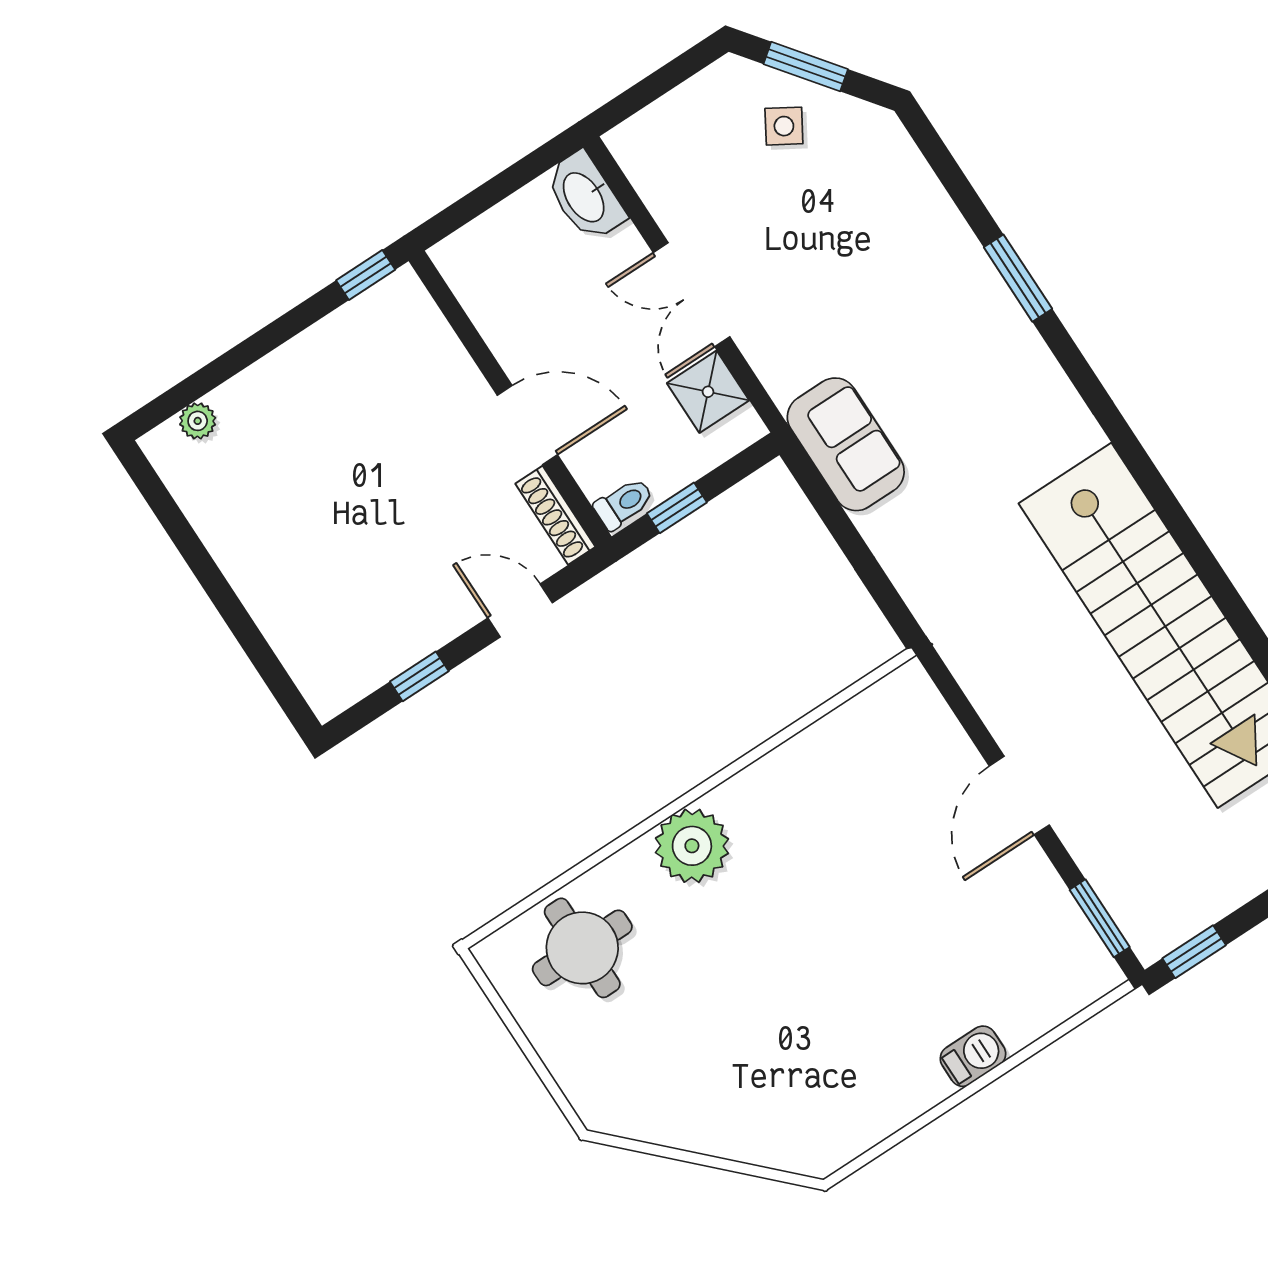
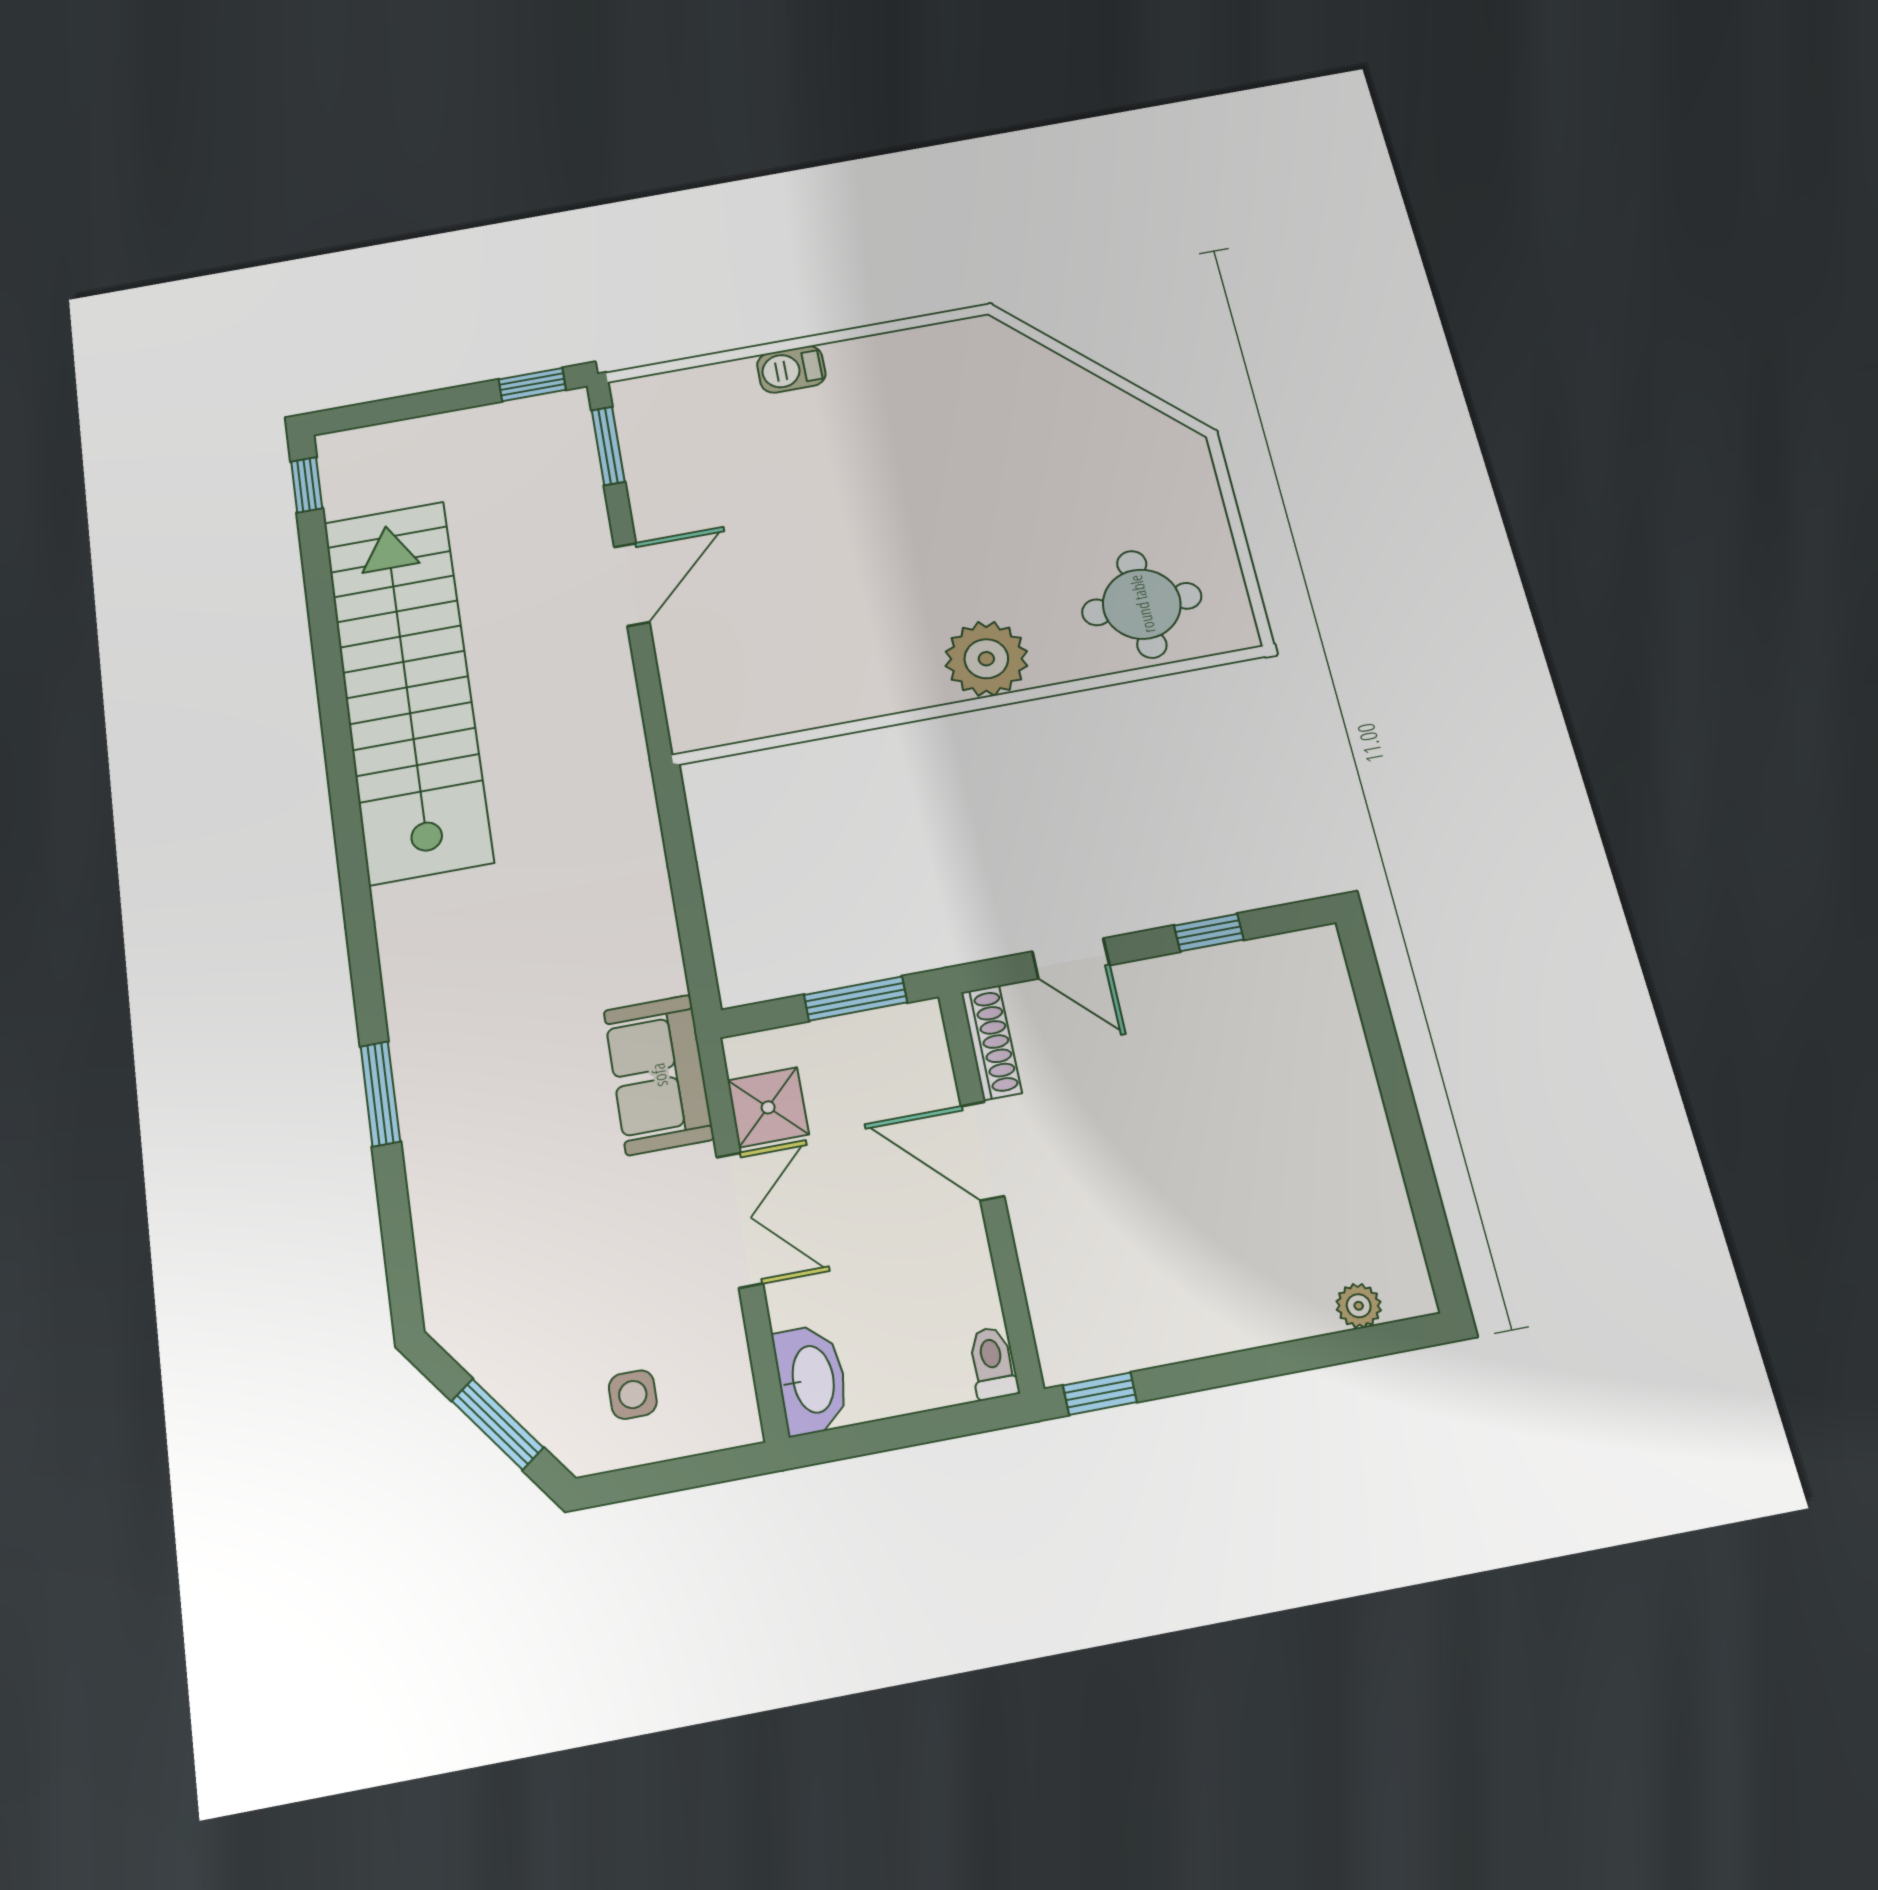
side table: (784, 126) -> (633, 1395), moved, turned -31
sofa: (846, 444) -> (659, 1075), moved
toilet: (624, 504) -> (992, 1363), moved, turned 90
window: (677, 508) -> (856, 999), width x1.50

